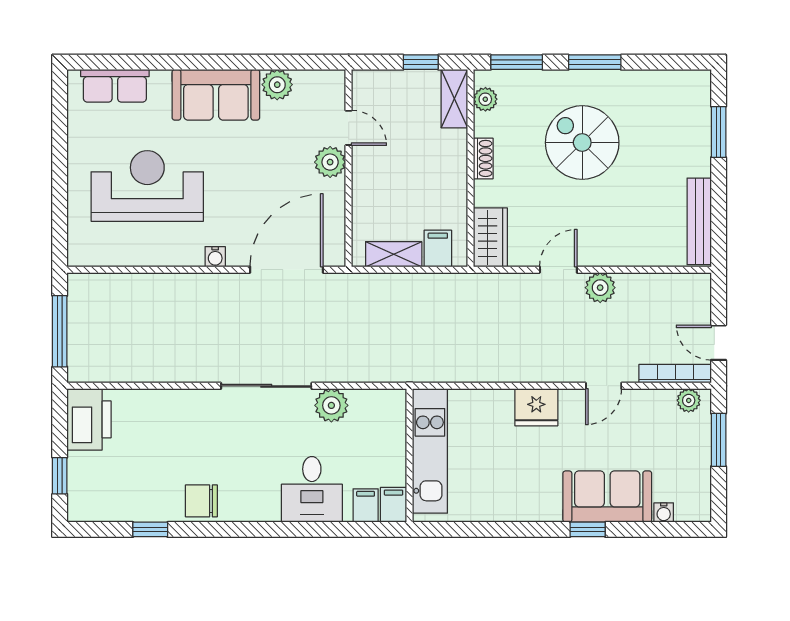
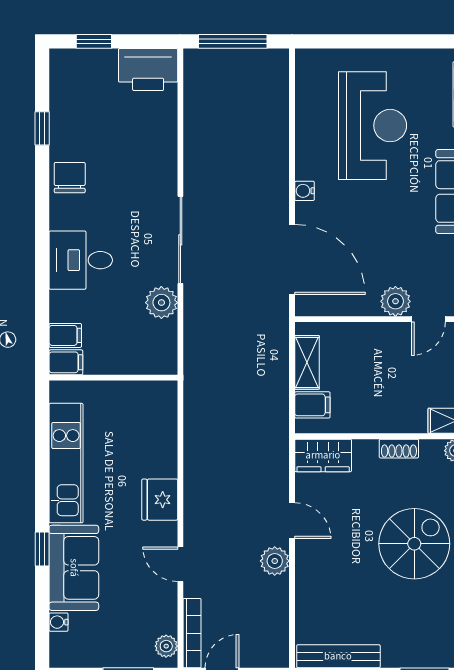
kitchen unit: (430, 451) -> (66, 463), moved, turned -90
desk: (312, 489) -> (81, 260), moved

